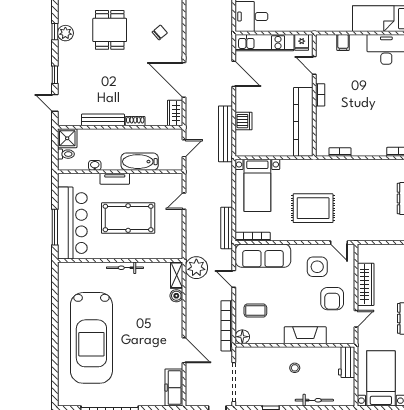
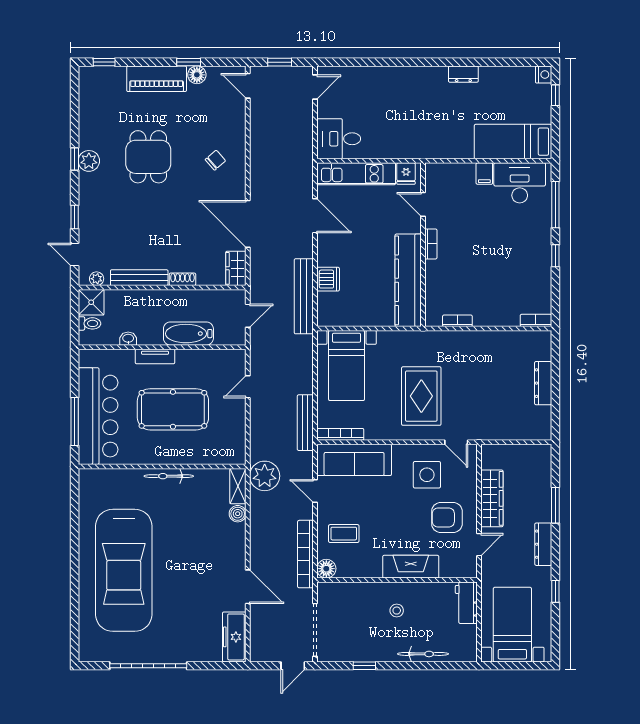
filing cabinet: (343, 42) -> (484, 174), moved
plant: (71, 121) -> (97, 279), added
rug: (313, 208) -> (421, 396), turned 90
armchair: (332, 299) -> (447, 518), turned 90

